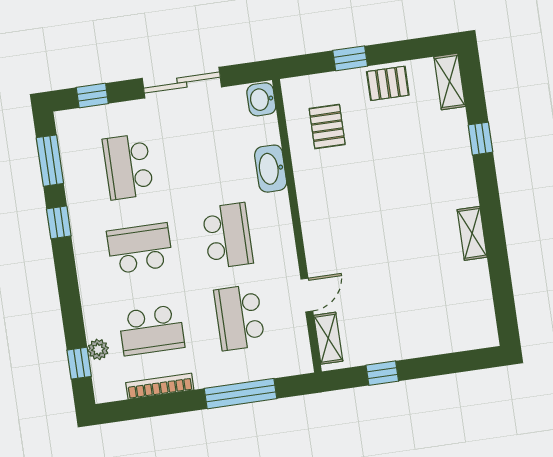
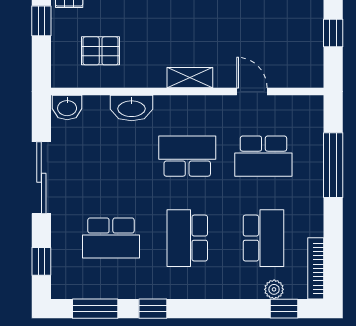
shelving: (328, 338) -> (190, 78), moved
bookcase: (160, 386) -> (316, 268), moved

